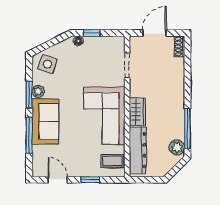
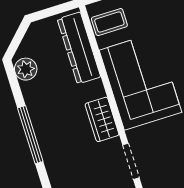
wardrobe: (137, 112) -> (102, 119), moved
window: (187, 129) -> (30, 135), moved

